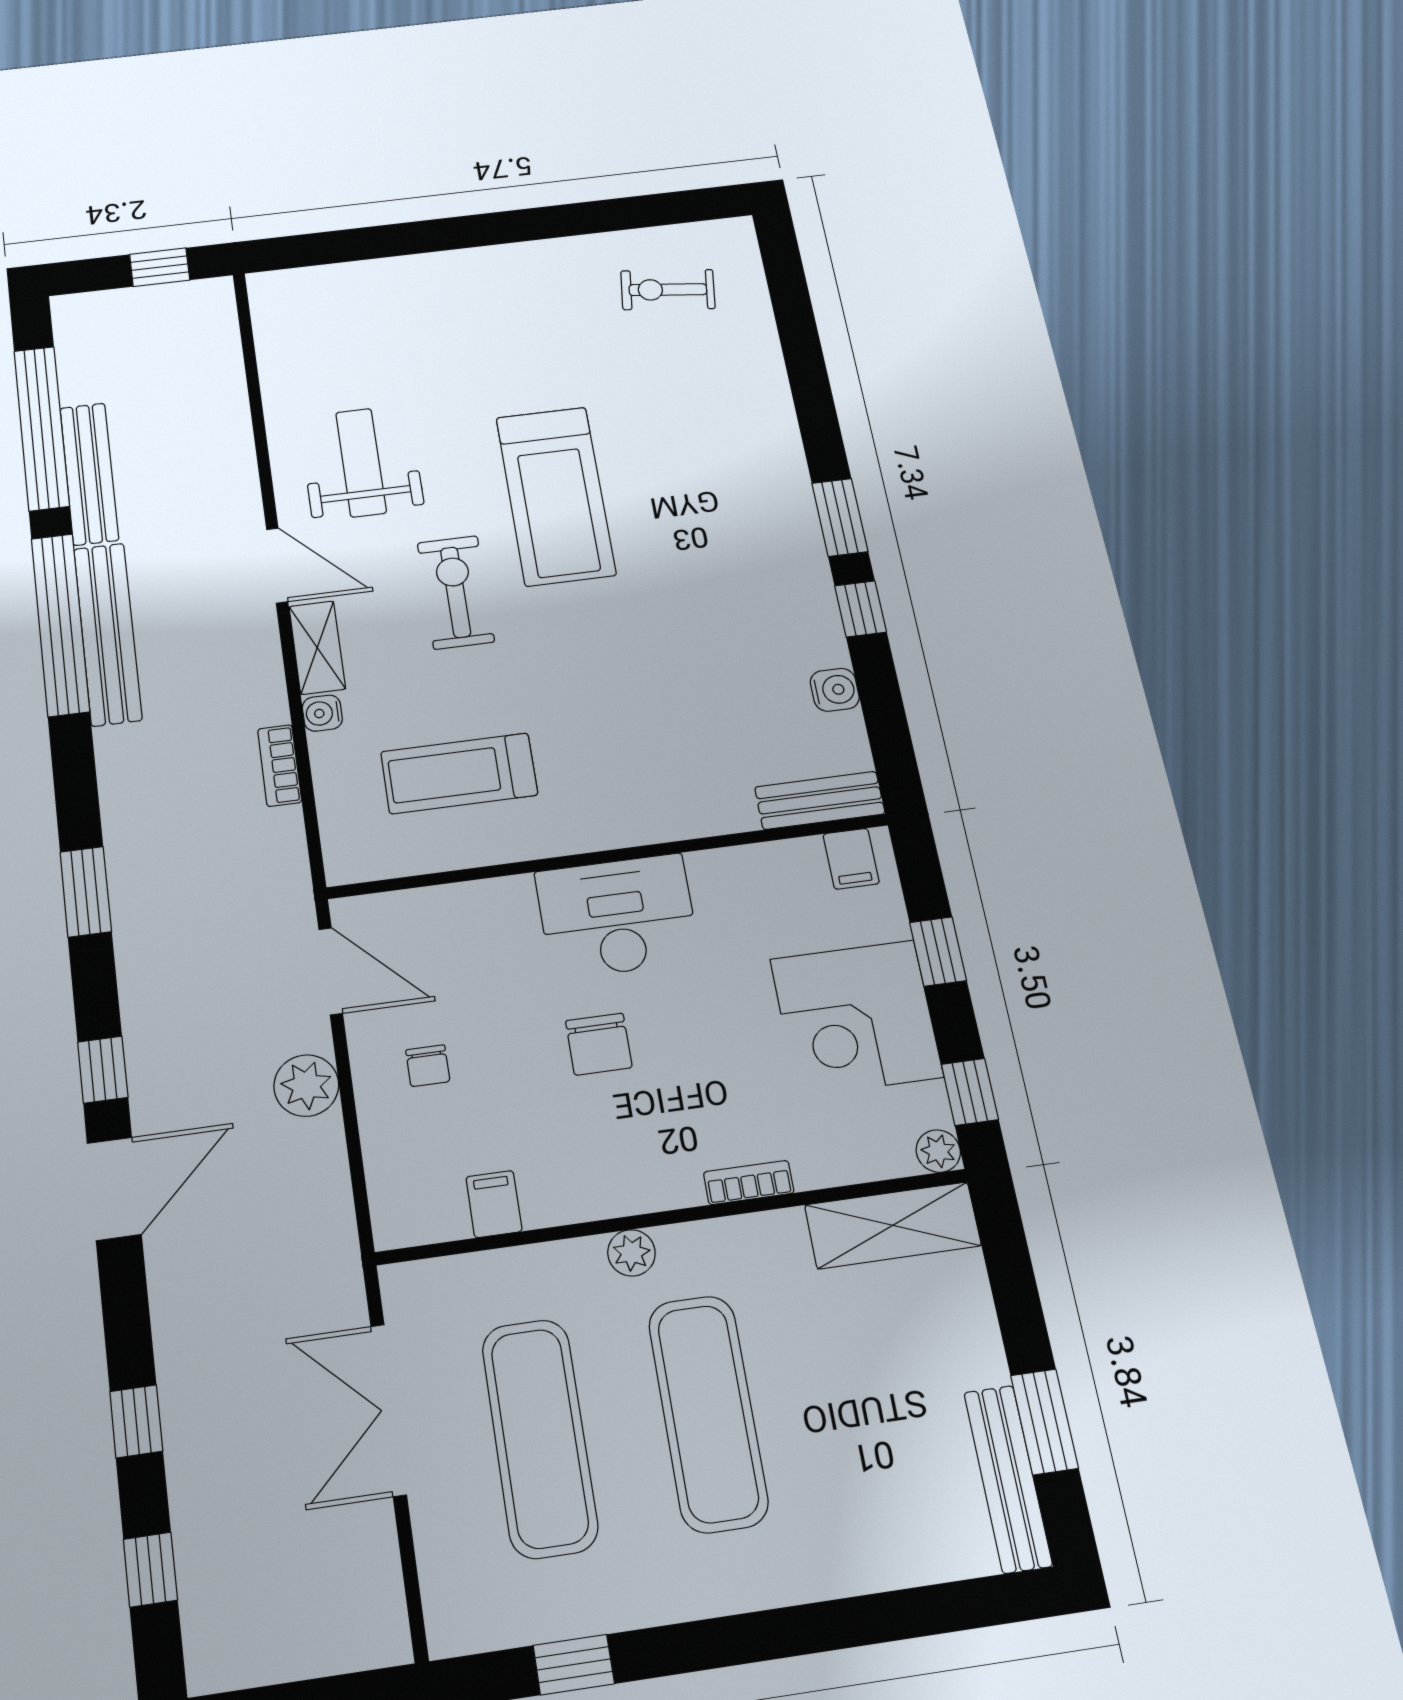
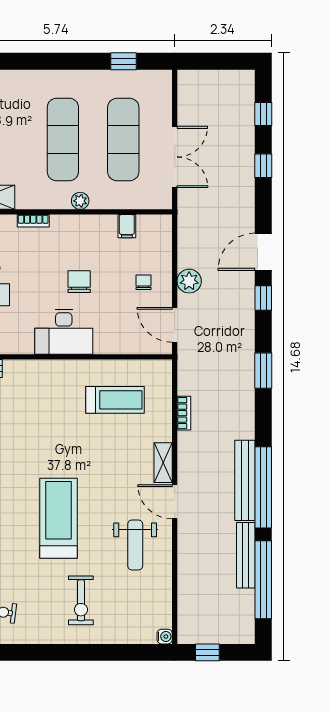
exercise bike: (456, 592) -> (81, 600), moved
water cooler: (322, 713) -> (165, 637), moved

